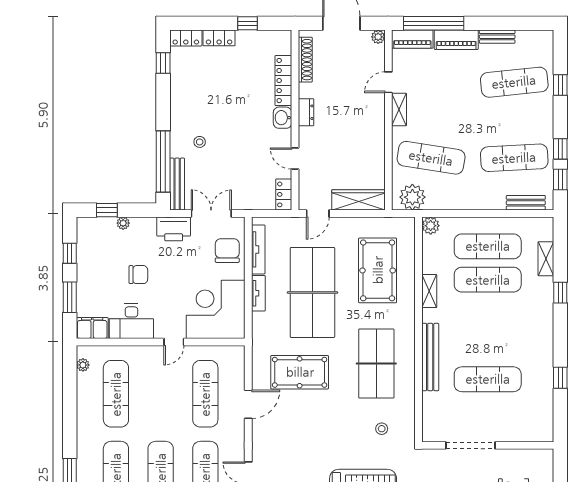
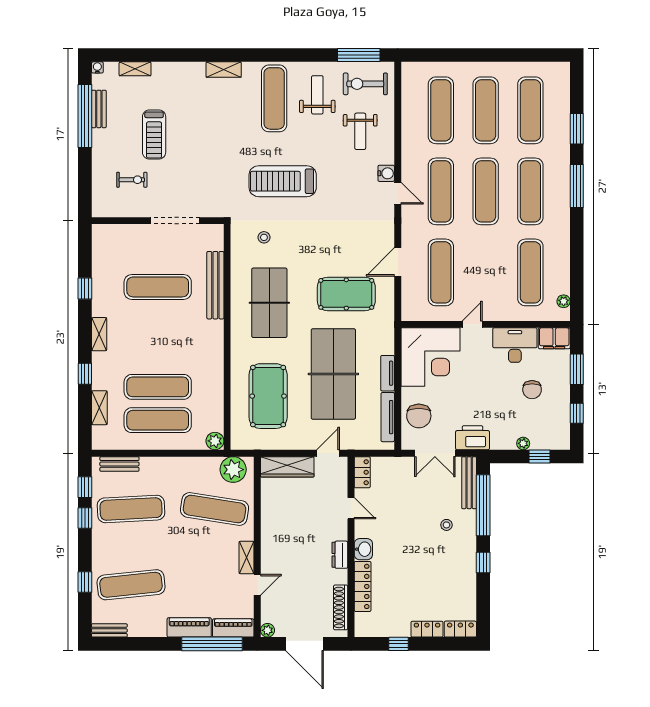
bench: (497, 37) -> (109, 630), moved
window: (163, 63) -> (483, 563), moved
chair: (138, 275) -> (532, 390), moved, turned -90
shelving: (429, 291) -> (99, 334), moved
bench: (430, 357) -> (215, 285), moved

